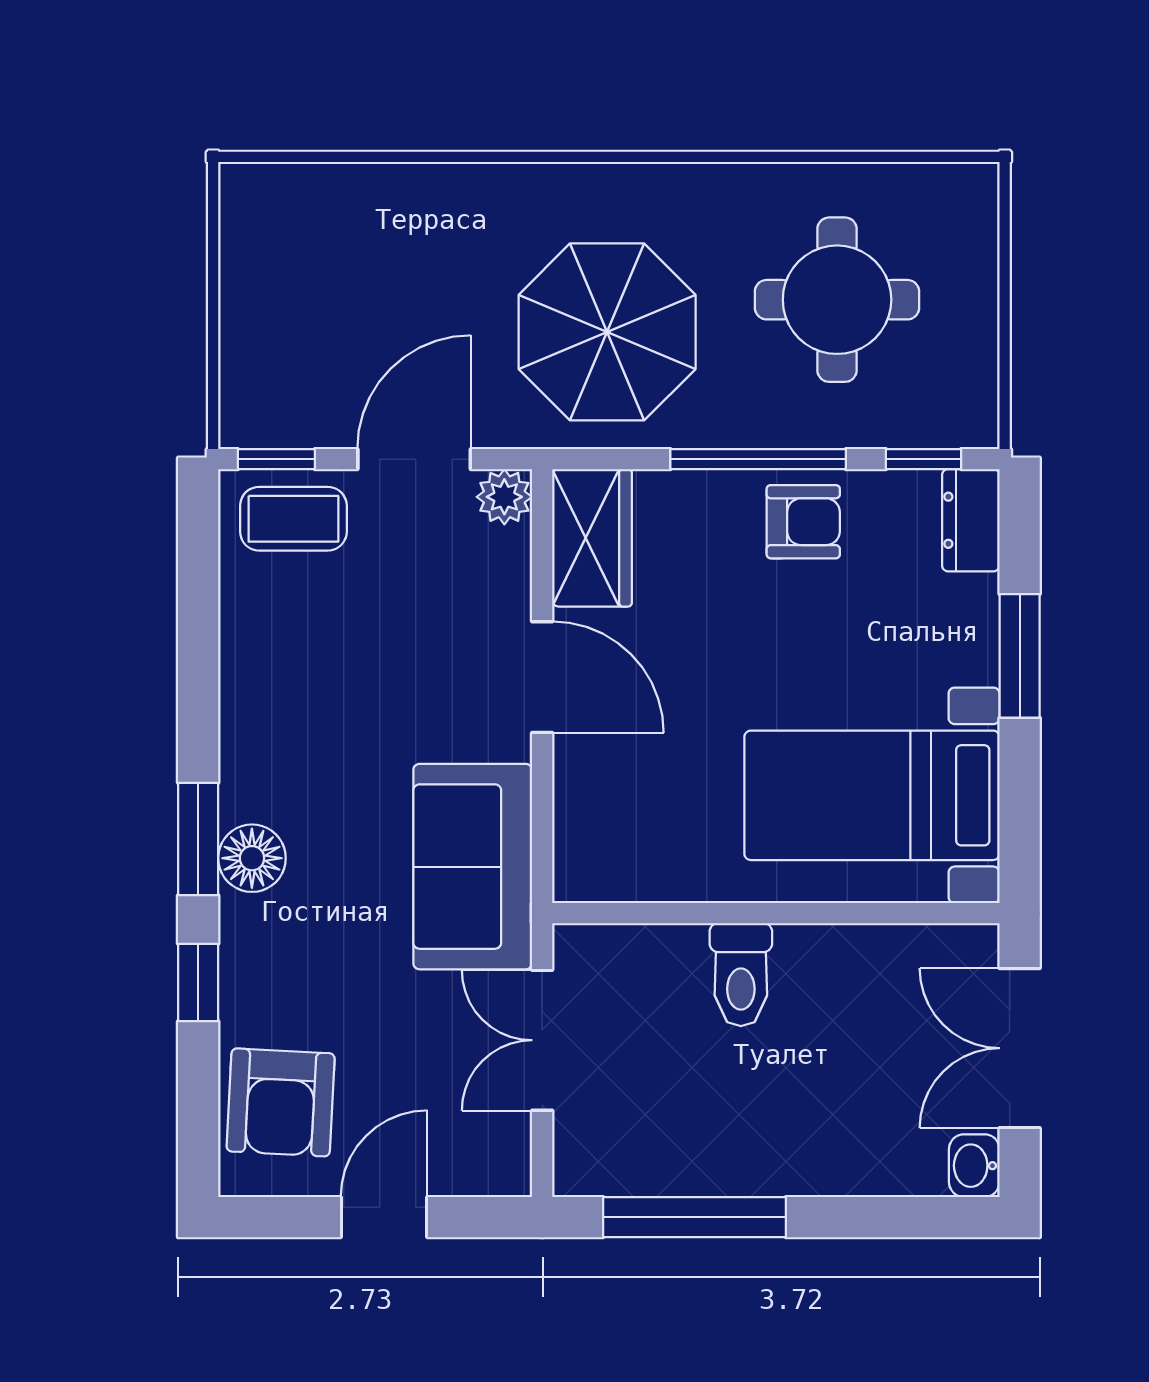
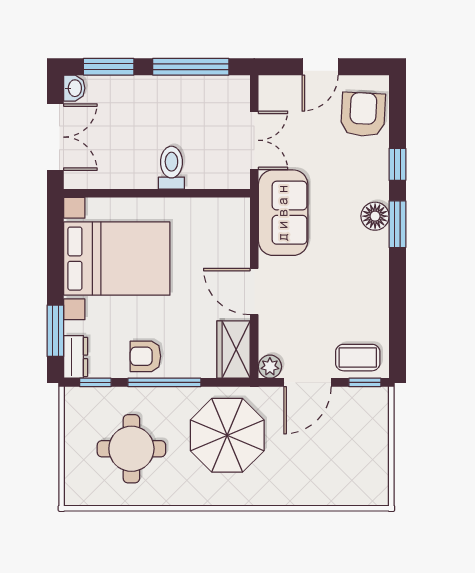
window: (1020, 656) -> (55, 331), moved
bed with nightstands: (872, 795) -> (117, 259), width x1.36
window: (892, 1217) -> (109, 67), added

